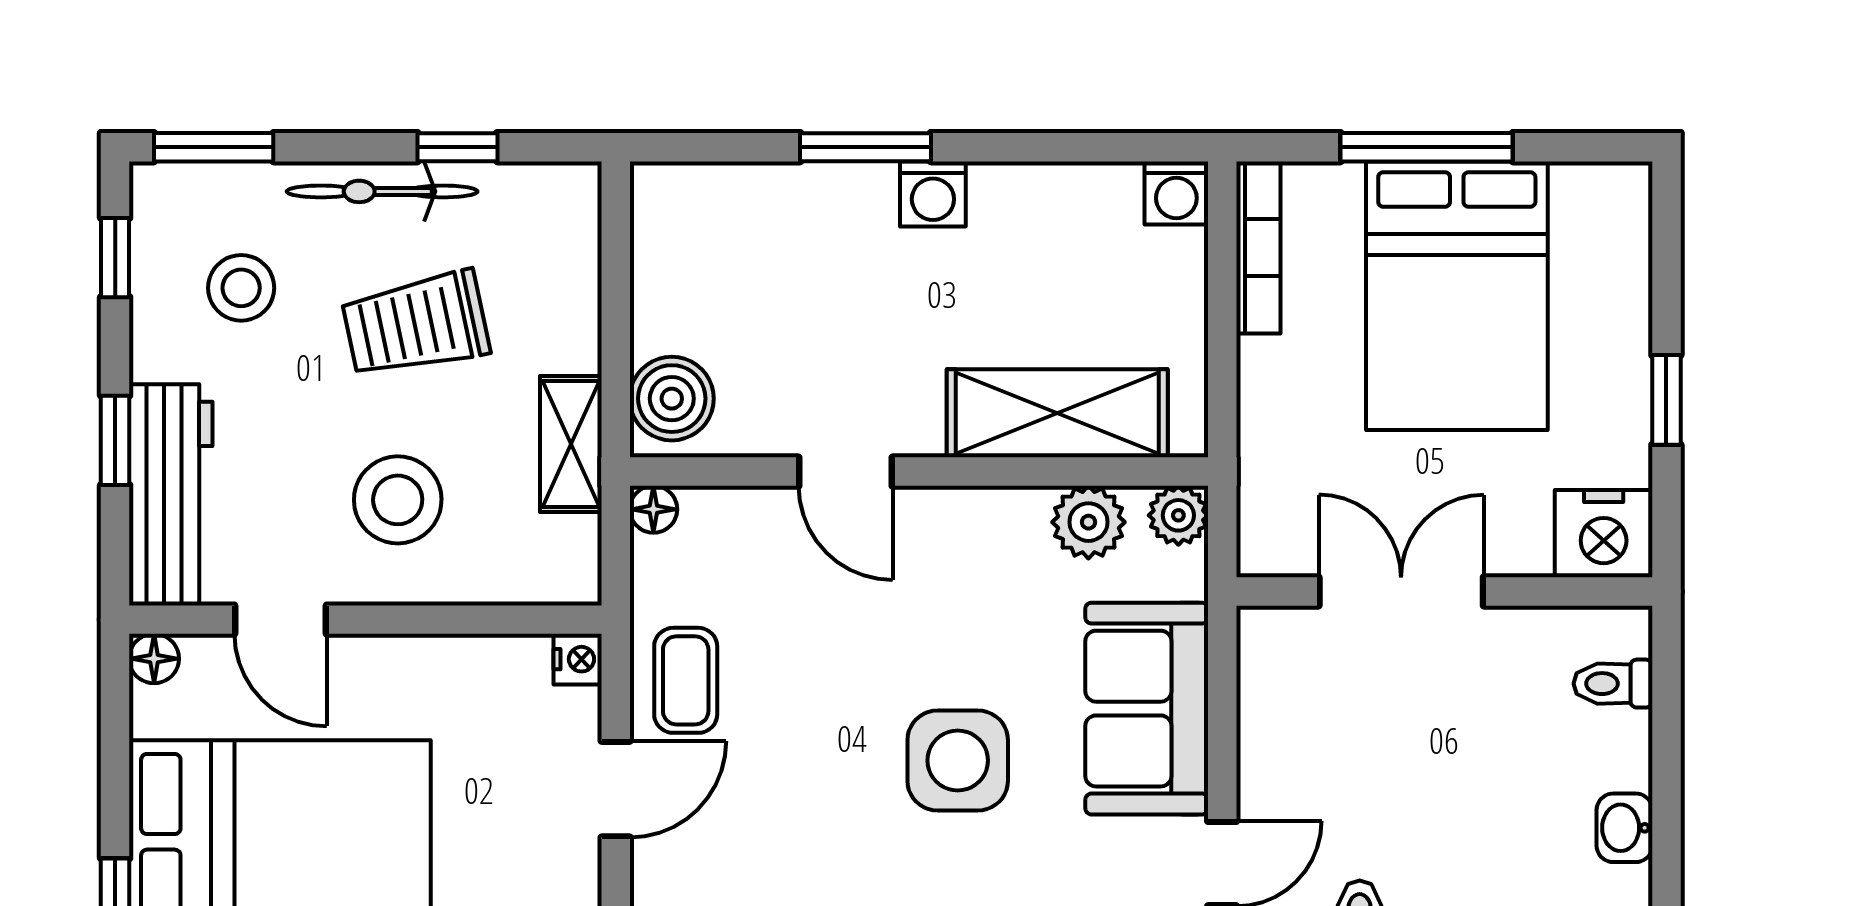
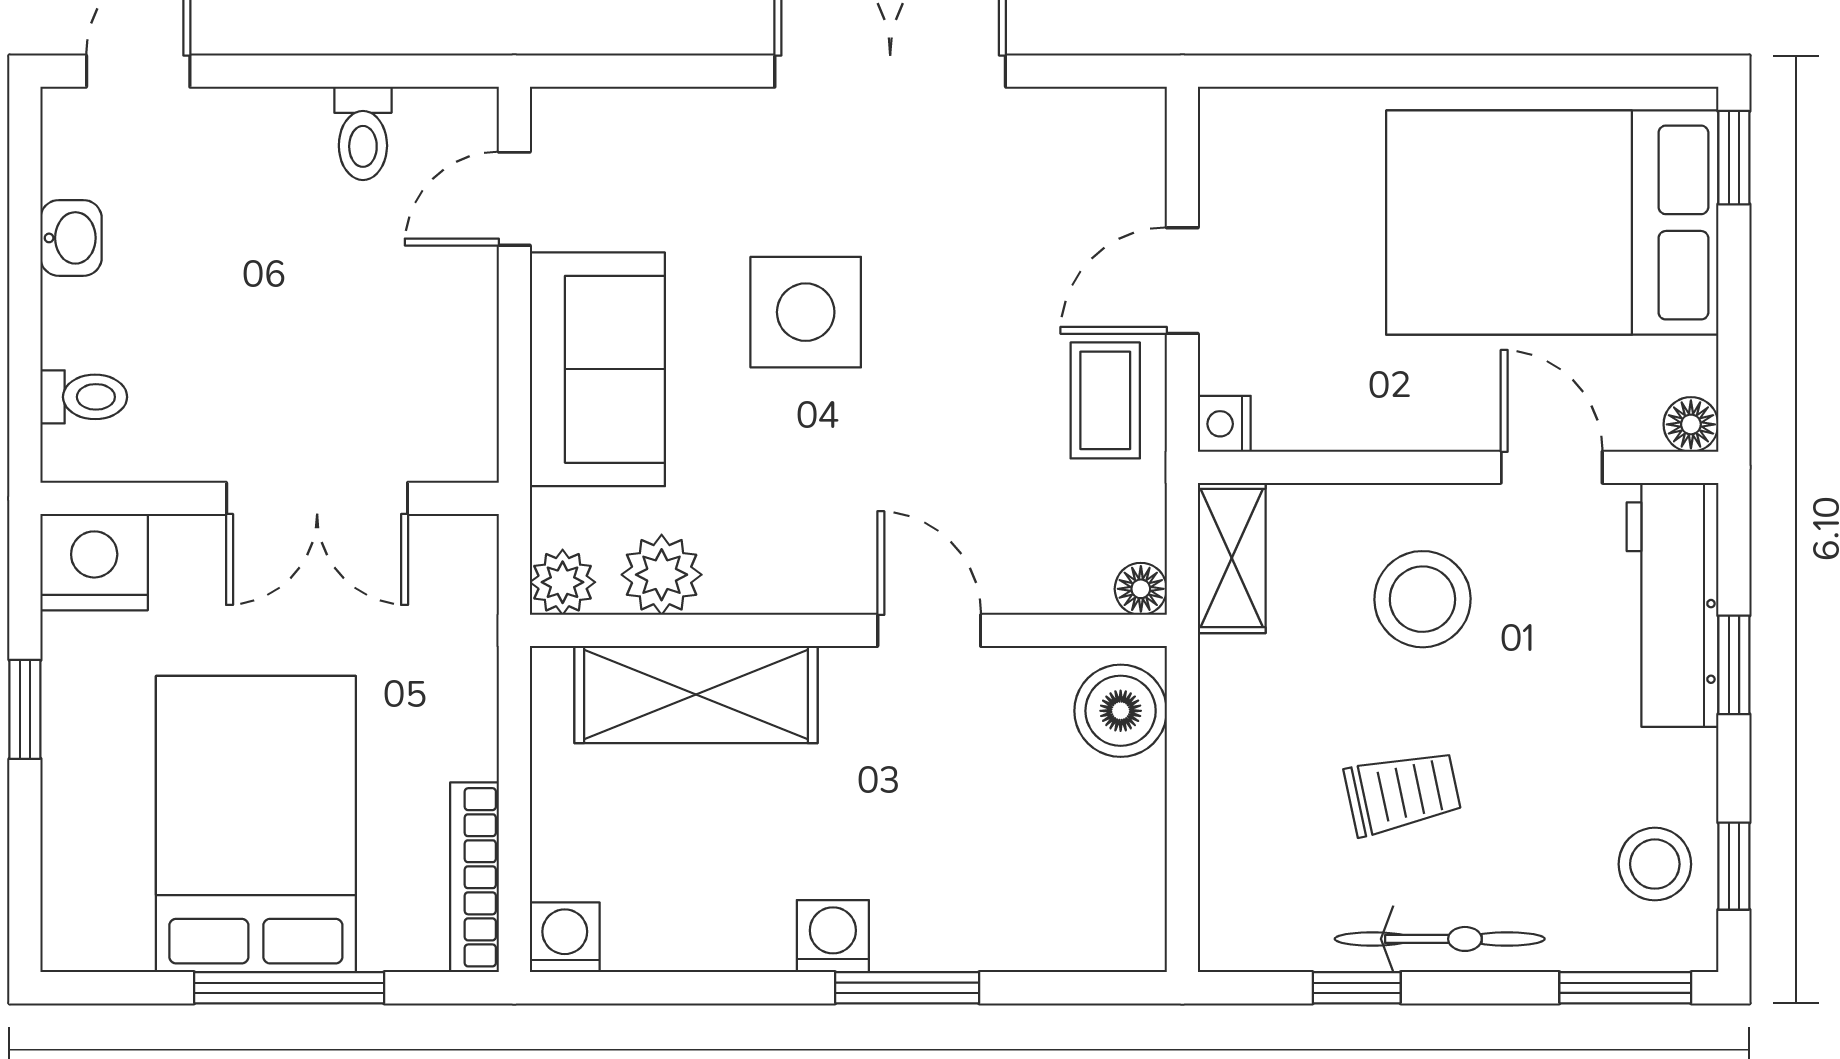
stool: (241, 288) -> (1655, 864), moved
trolley: (416, 324) -> (1403, 792), width x0.73, depth x0.72
shelving: (571, 444) -> (1232, 558), moved

